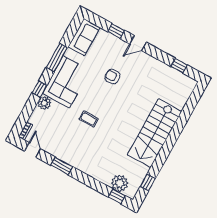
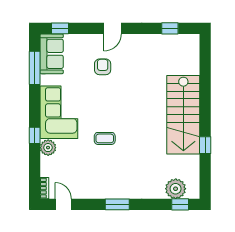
window: (116, 31) -> (60, 28), moved
window: (57, 58) -> (35, 68), moved
armchair: (112, 76) -> (103, 67), moved, turned 89
window: (62, 166) -> (117, 204), moved
window: (148, 183) -> (205, 145), moved

